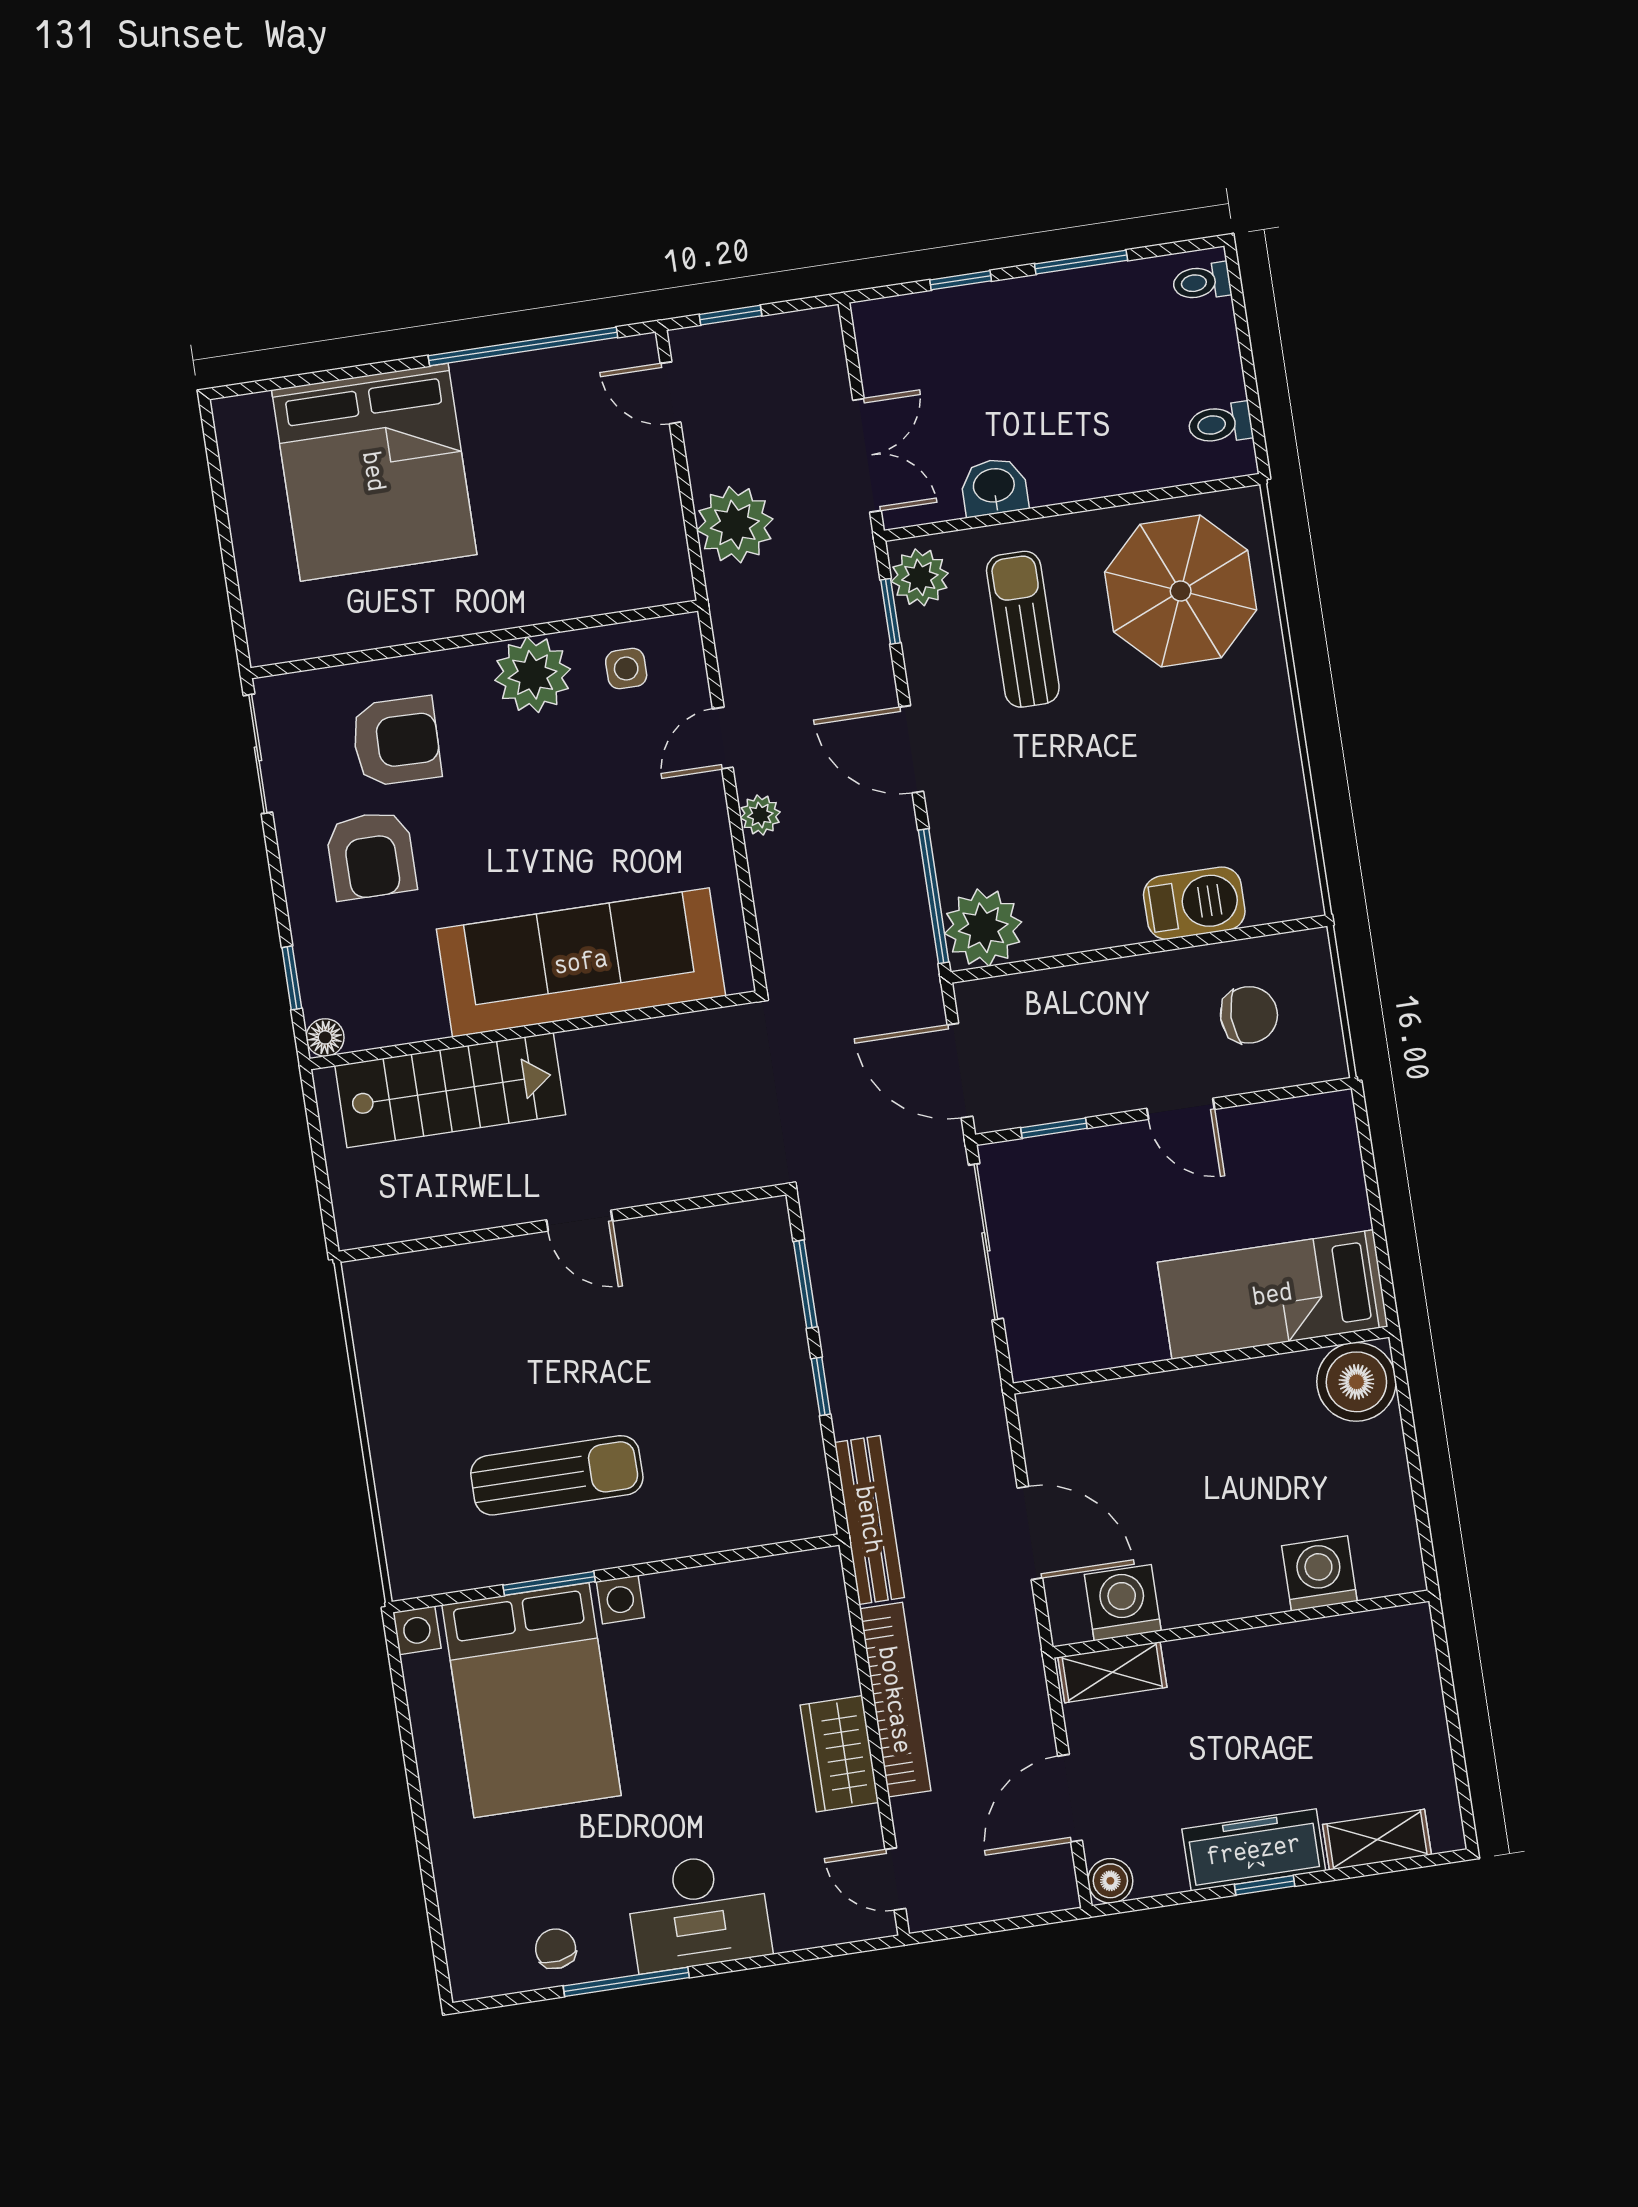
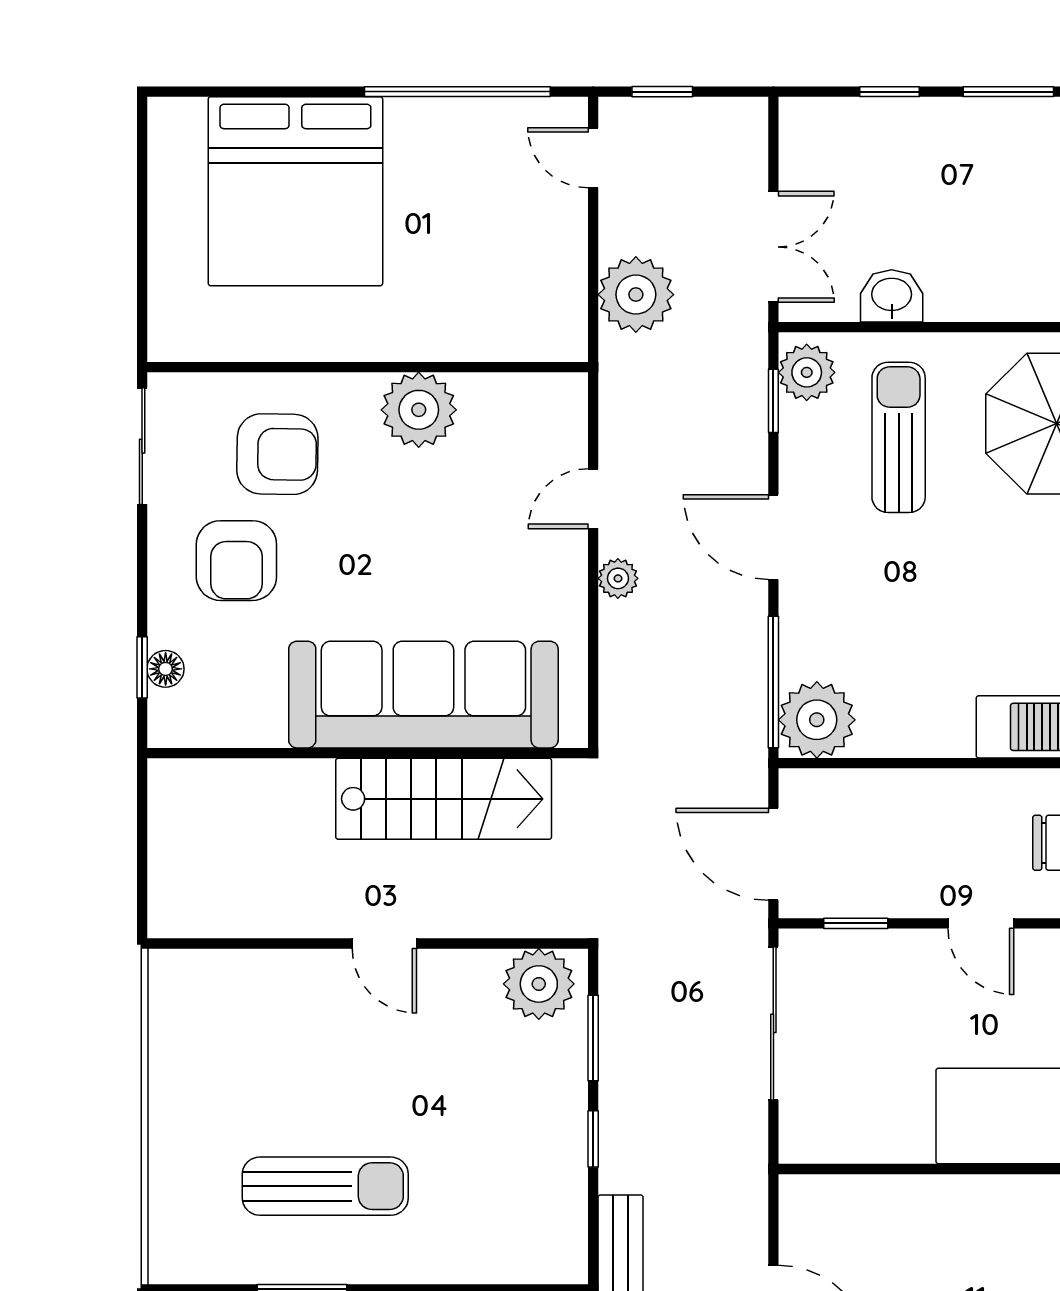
side table: (626, 669) -> (510, 418), removed
floor lamp: (325, 1037) -> (166, 669), moved
stairs: (450, 1090) -> (444, 799), moved
plant: (742, 1238) -> (539, 984), added

